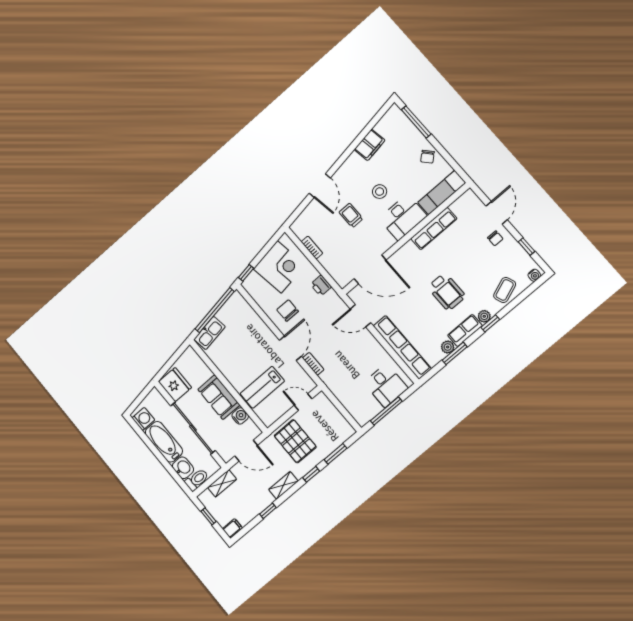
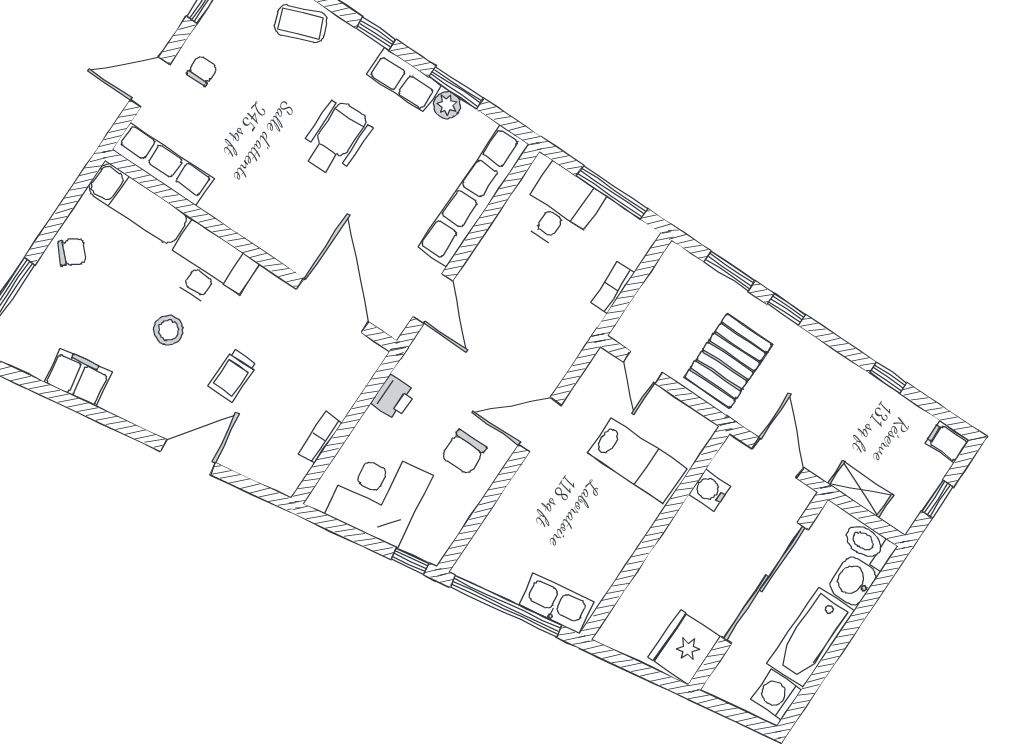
row of seats: (434, 229) -> (163, 164), moved
plant: (484, 316) -> (365, 49), removed
bookcase: (313, 364) -> (613, 288), moved
sofa: (219, 397) -> (684, 546), removed
shelving: (283, 485) -> (826, 360), removed

